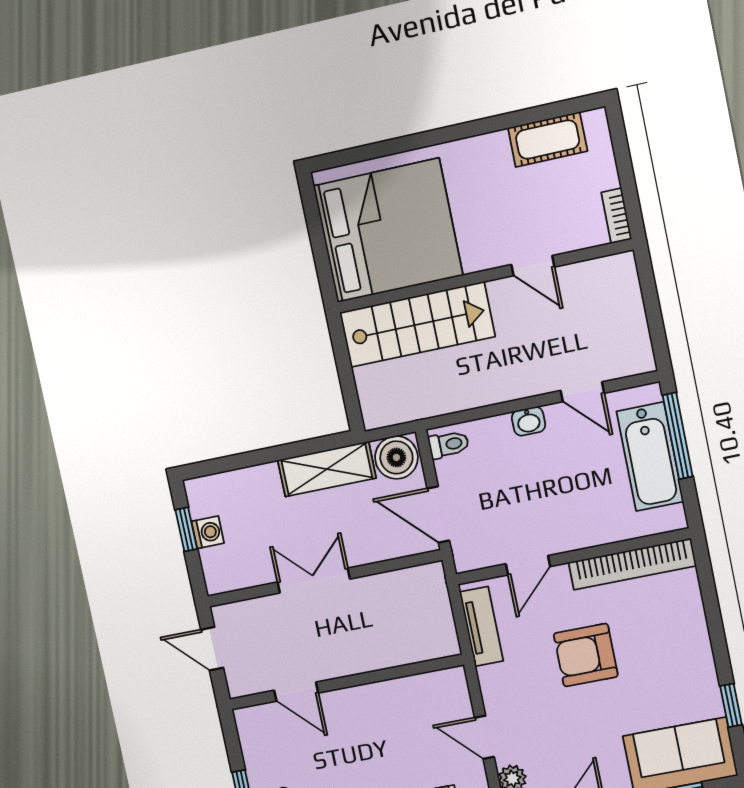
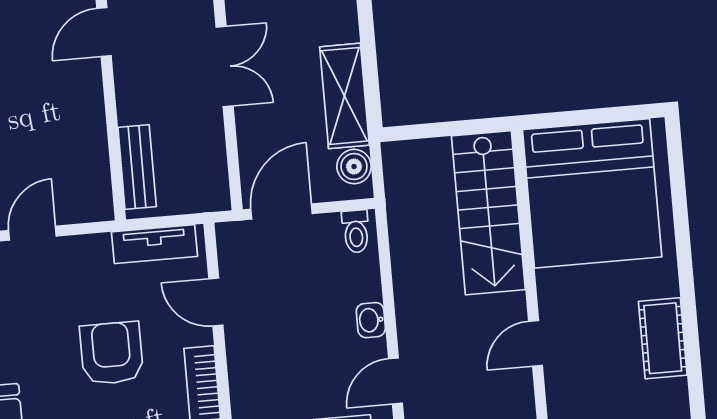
cot: (548, 140) -> (663, 338), moved
boiler: (396, 457) -> (354, 167), width x0.73, depth x0.73
bench: (413, 650) -> (137, 167), added

